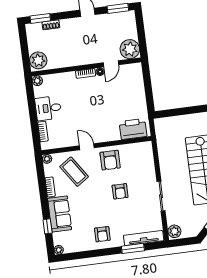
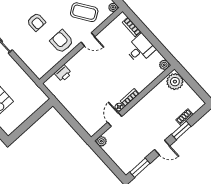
window: (40, 18) -> (181, 130), moved
plant: (130, 49) -> (101, 141), width x0.53, depth x0.53
printer: (133, 129) -> (63, 73), width x0.53, depth x0.68
armchair: (120, 191) -> (36, 22), turned 180

